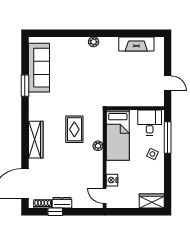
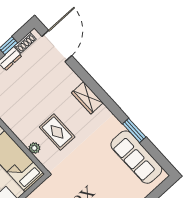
wardrobe: (36, 140) -> (87, 98), width x0.67
plant: (98, 146) -> (34, 148), moved

